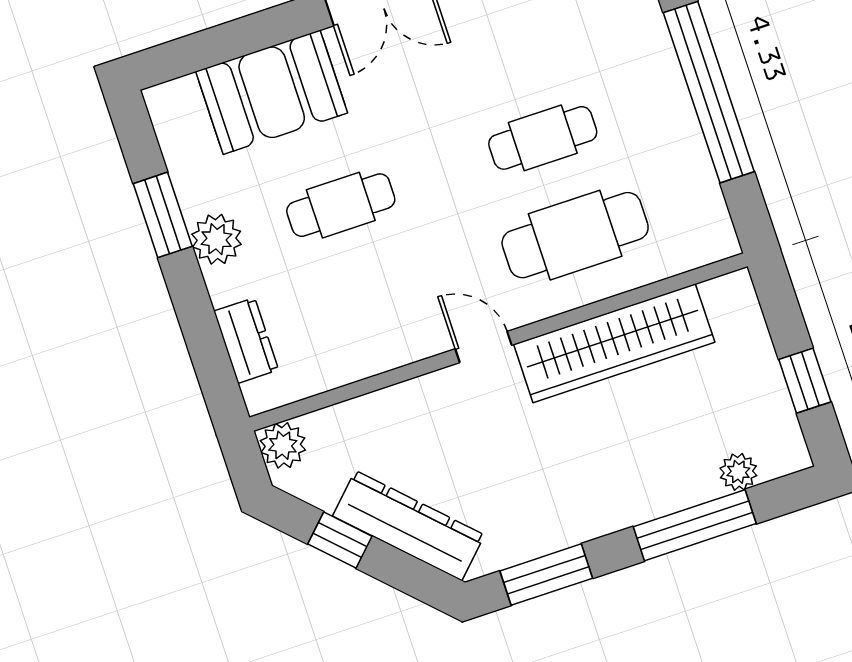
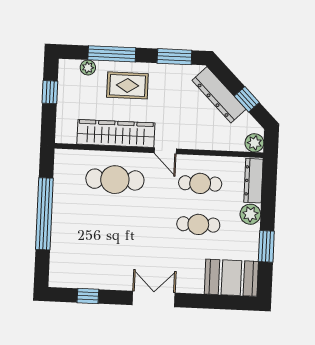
booth: (272, 92) -> (231, 278), moved
cafe table: (543, 138) -> (200, 183), moved
plant: (217, 239) -> (250, 214), moved
dresser: (246, 341) -> (253, 181), width x1.44
rug: (630, 466) -> (127, 85), added

